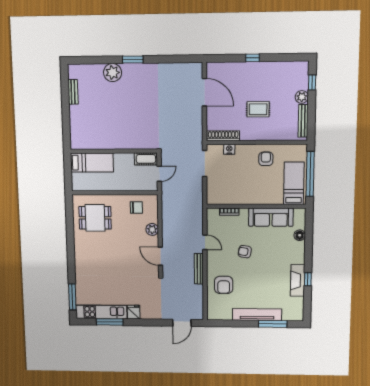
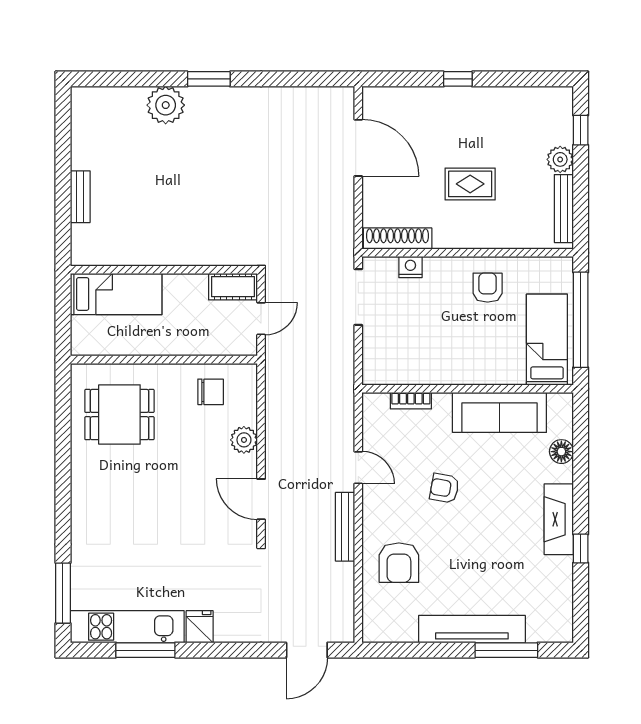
bench: (73, 92) -> (80, 197), moved
fireplace: (298, 280) -> (559, 519), moved

